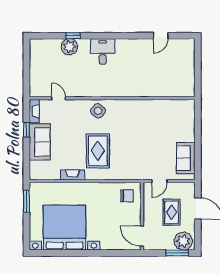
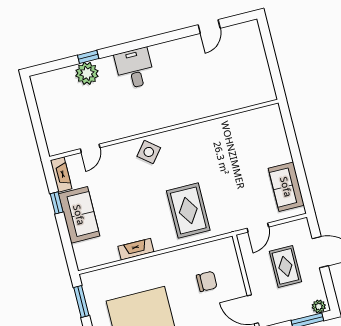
door: (59, 98) -> (90, 148), swing flipped
rug: (98, 151) -> (188, 211), moved
chair: (127, 196) -> (207, 281), moved
plant: (183, 241) -> (319, 306), width x0.53, depth x0.53

